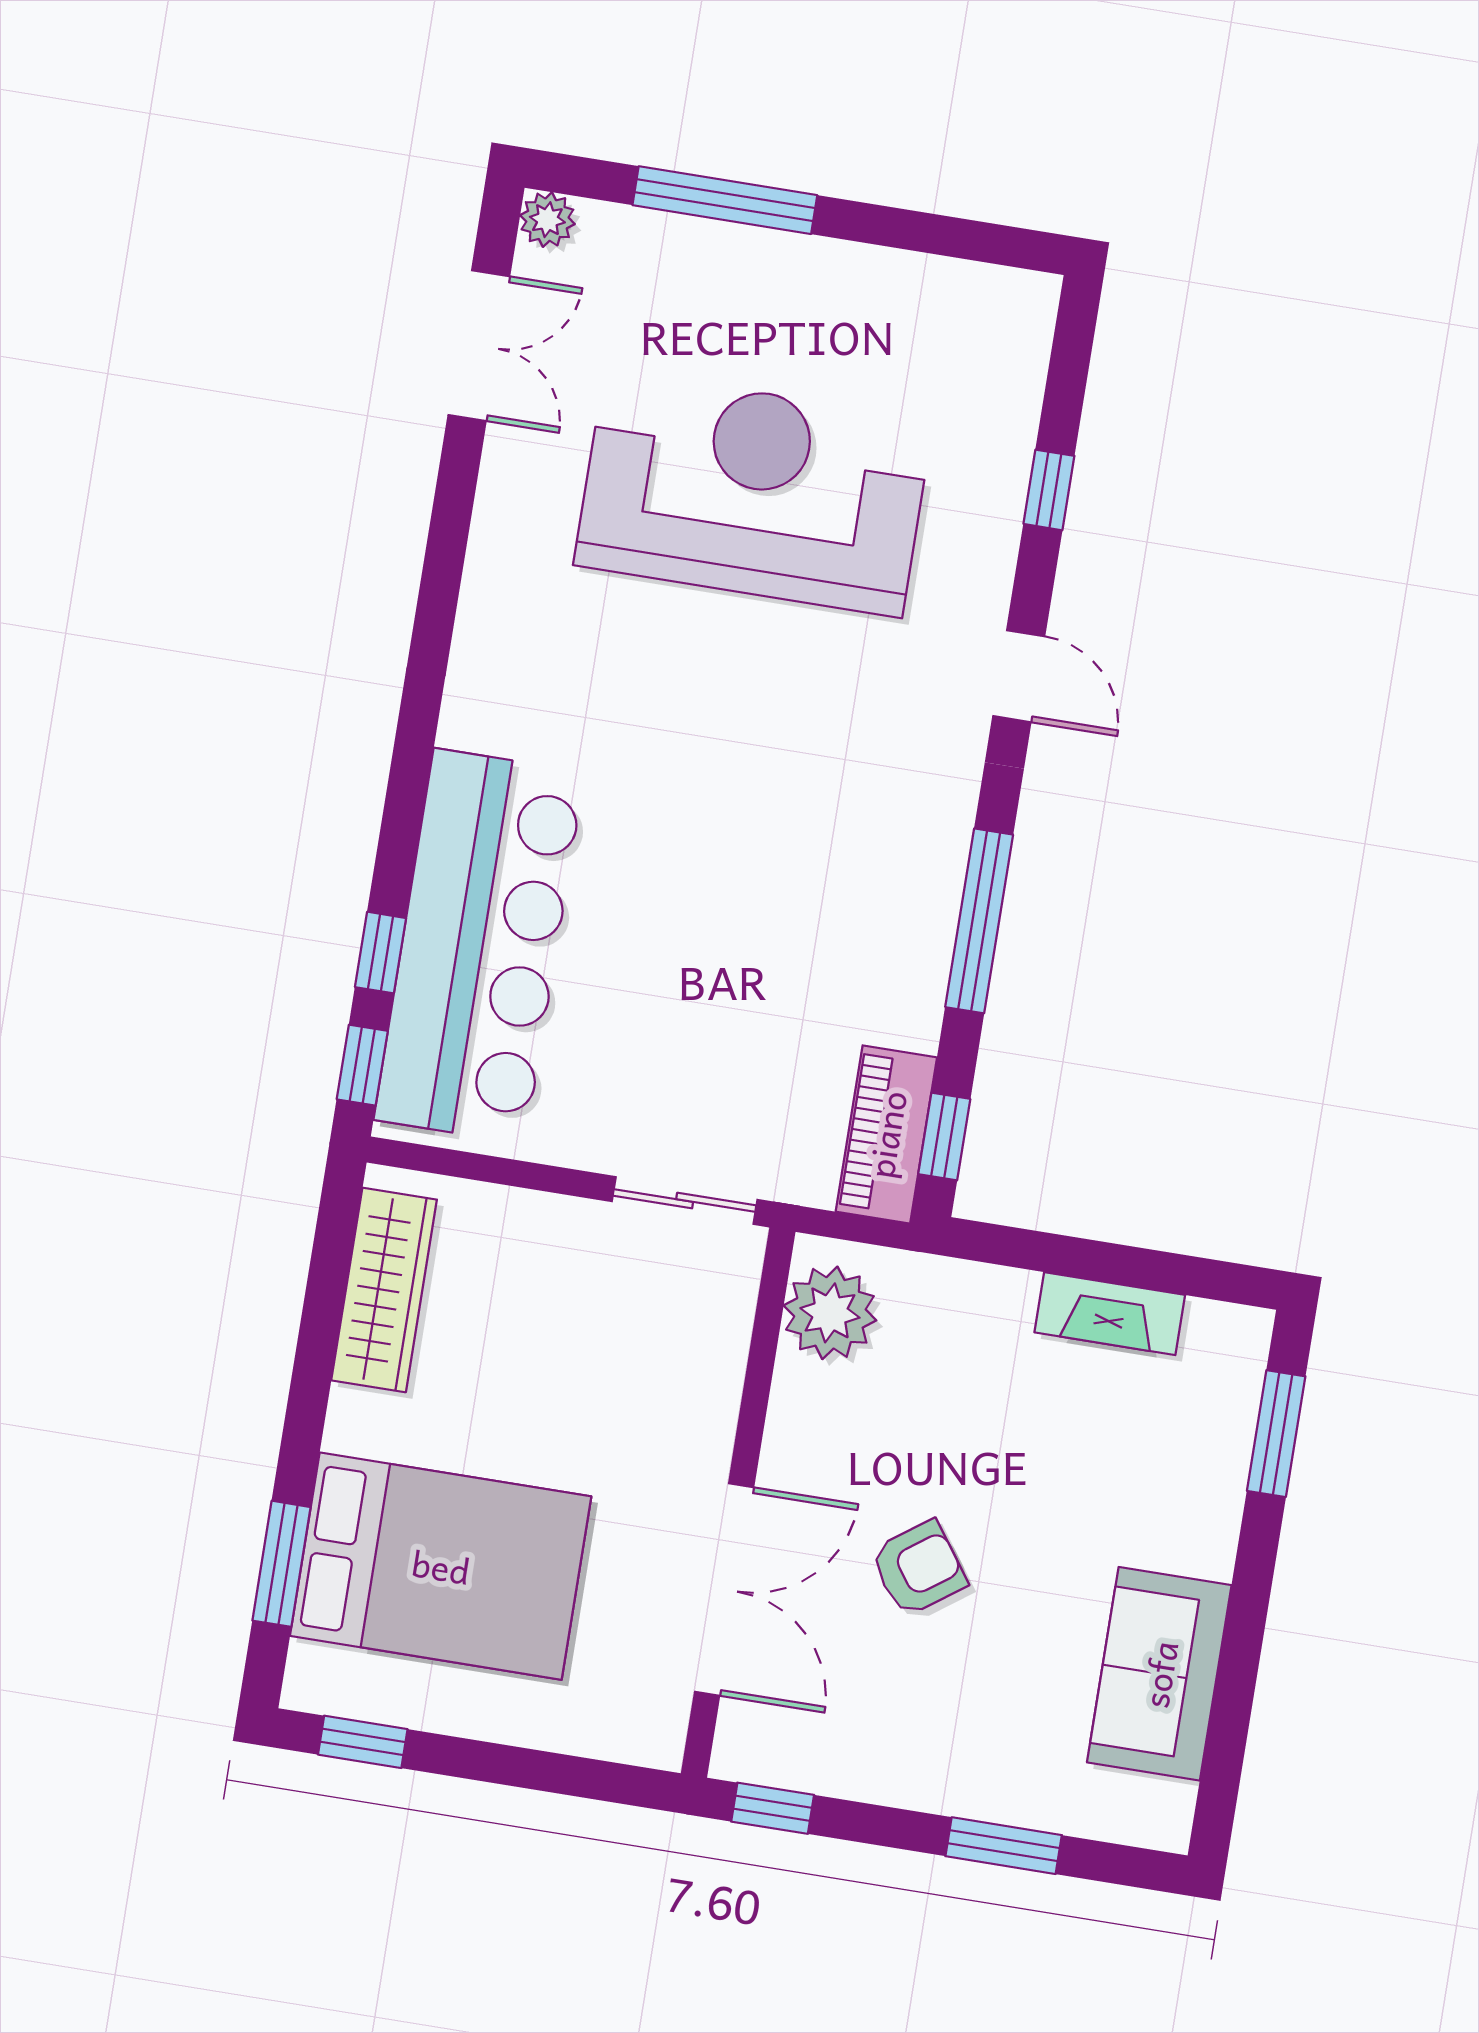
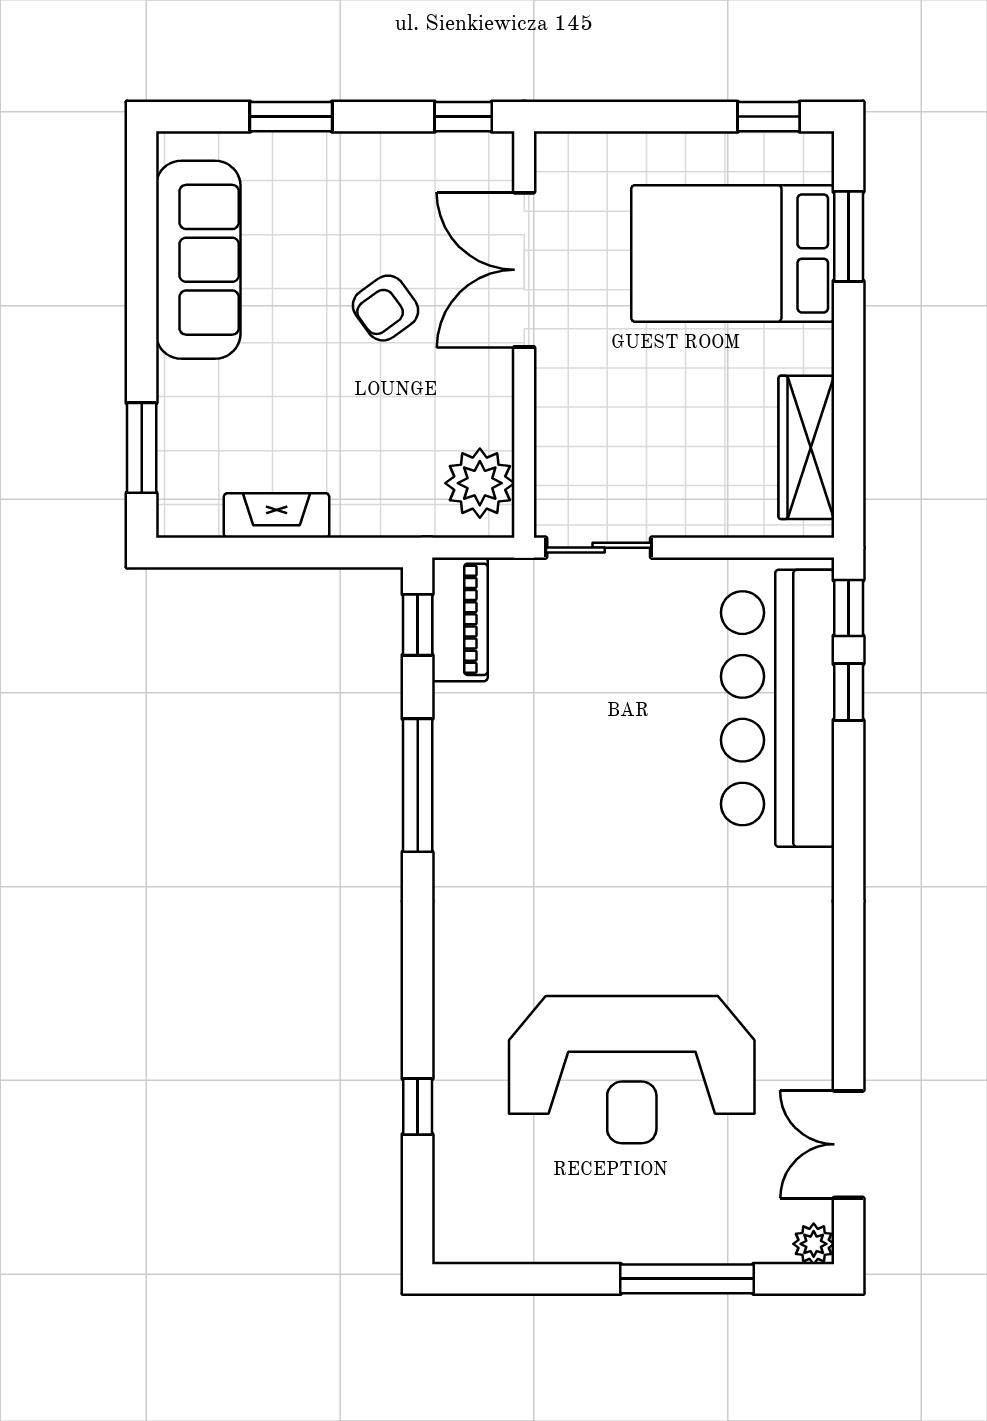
door: (1019, 676) -> (418, 968), removed
sofa: (1159, 1674) -> (198, 260), width x1.36

